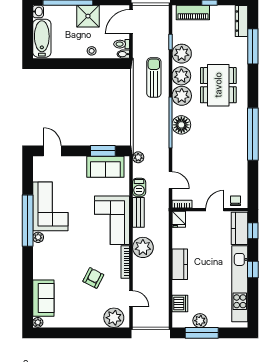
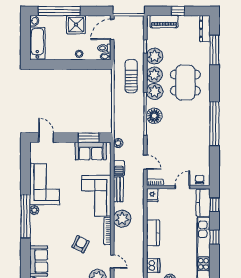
window: (28, 221) -> (25, 216), moved

